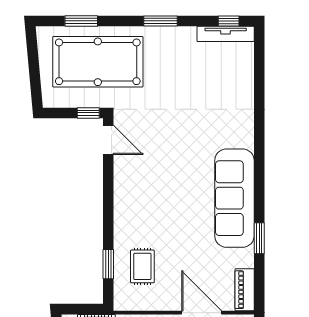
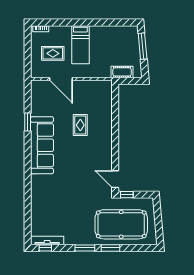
window: (81, 21) -> (110, 248), moved
window: (108, 264) -> (115, 107), removed
rug: (142, 266) -> (80, 125), moved
piano: (245, 290) -> (36, 92), removed

